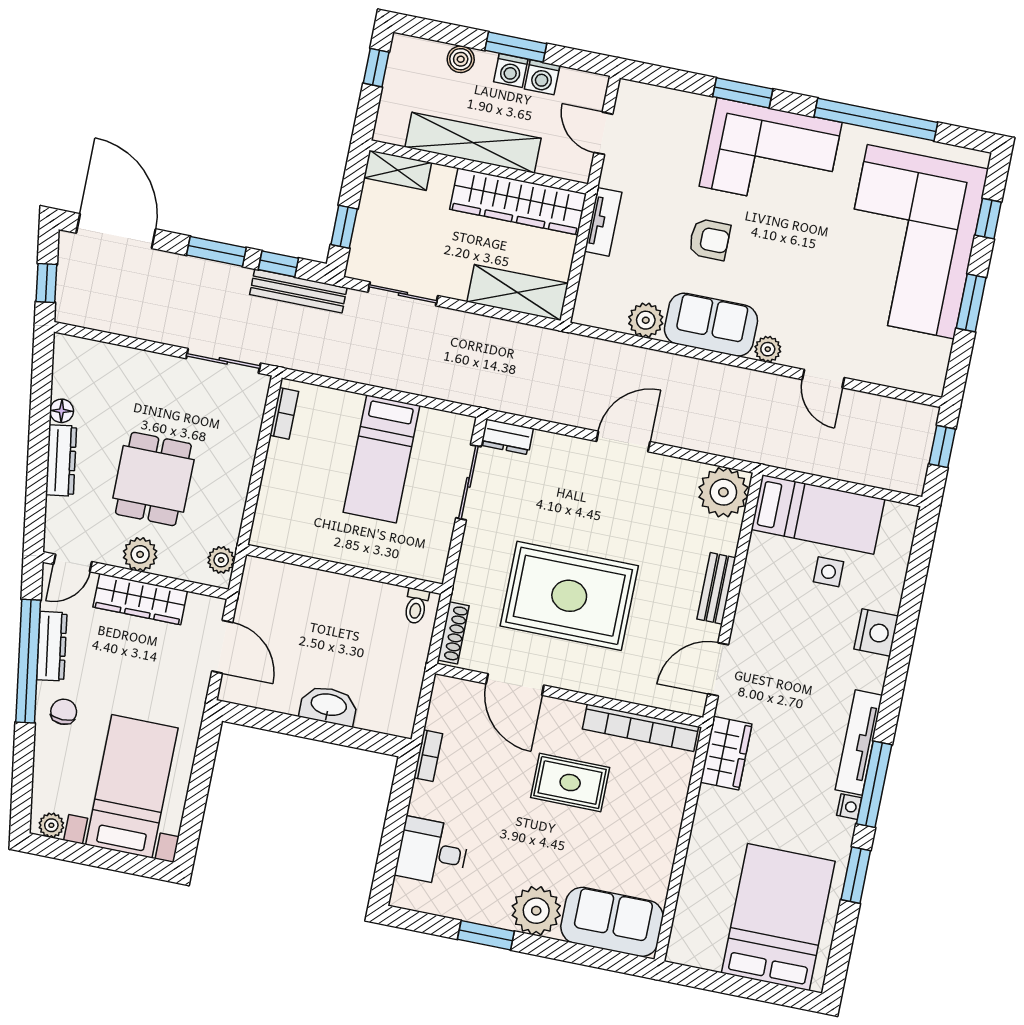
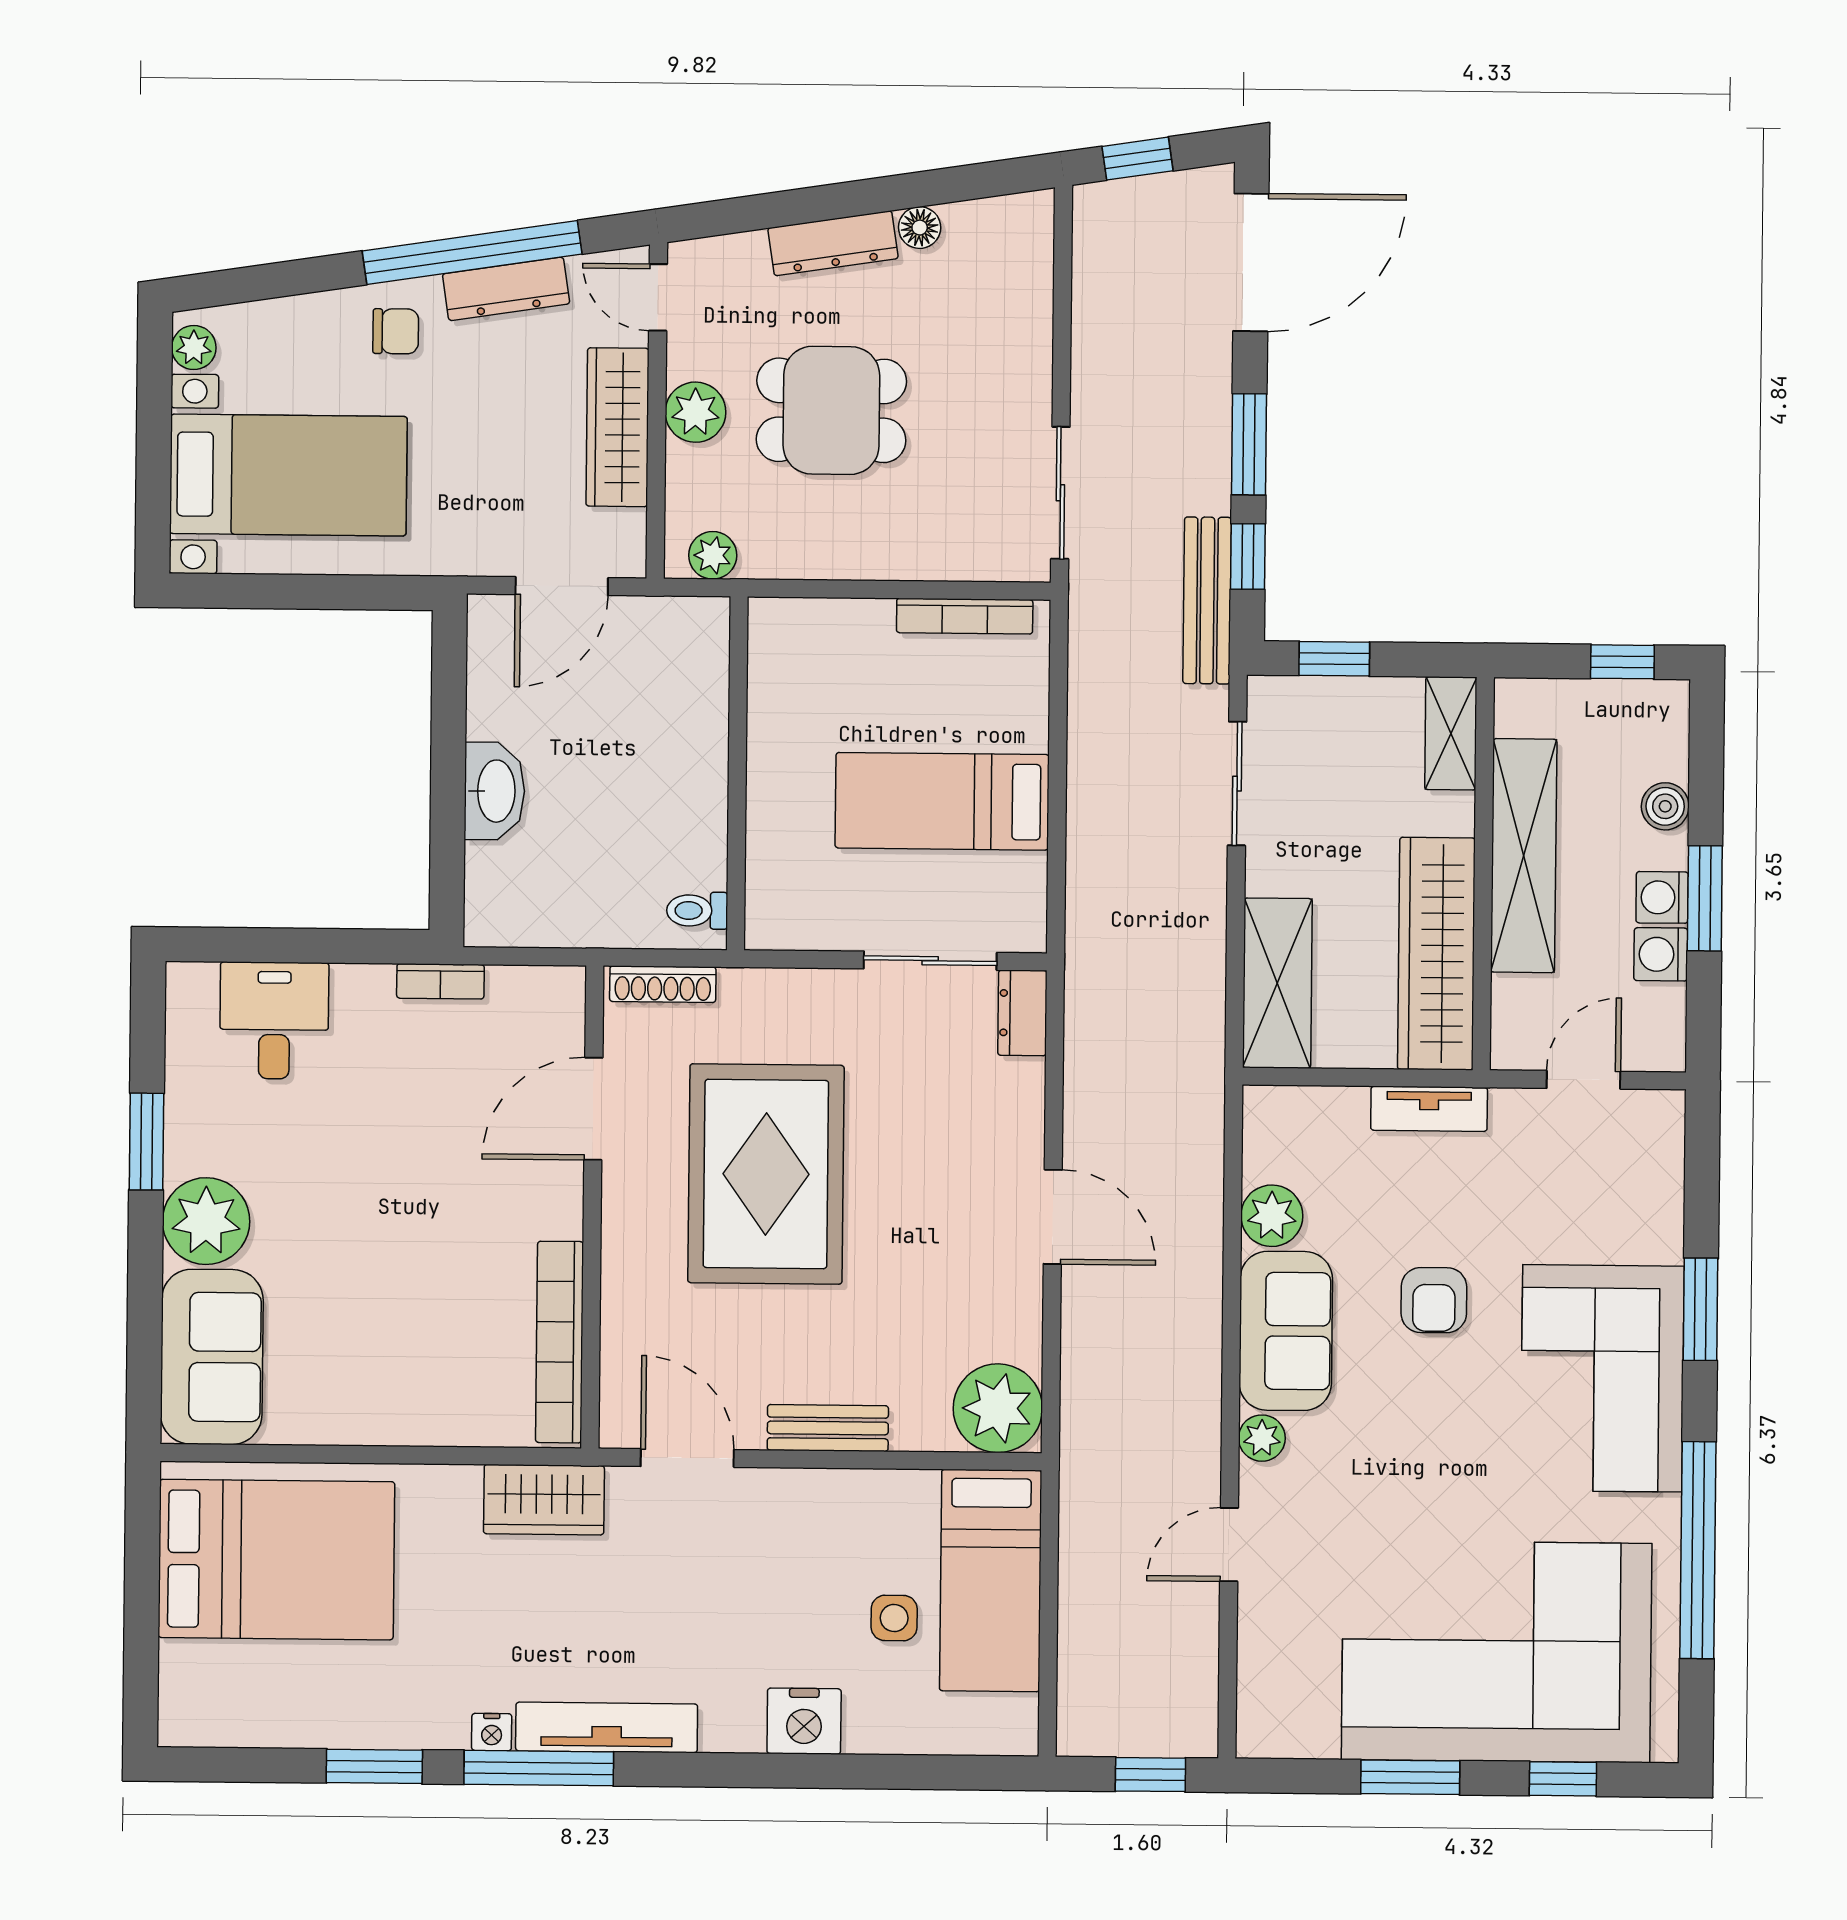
bookcase: (284, 413) -> (965, 616), width x1.56
rug: (570, 783) -> (441, 1238), removed
bed: (778, 917) -> (276, 1560), moved

